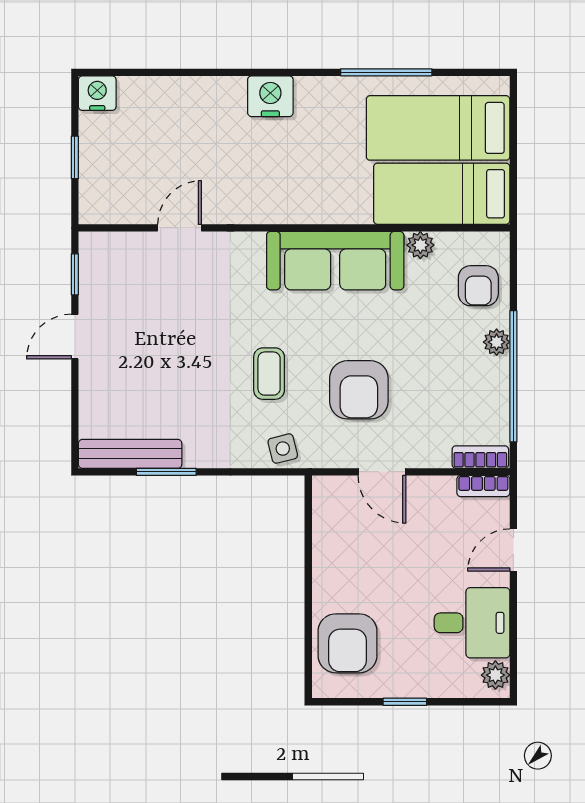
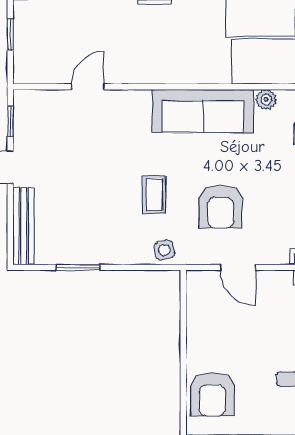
bench: (130, 454) -> (24, 226), moved, turned 90

